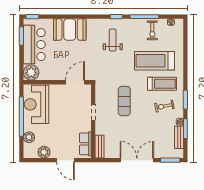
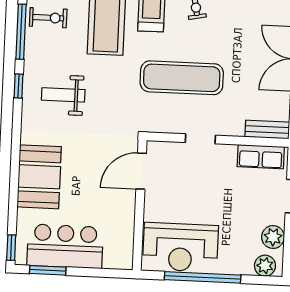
plant: (31, 72) -> (119, 255), removed
door: (75, 82) -> (141, 171), hinge flipped
exercise mat: (124, 101) -> (182, 78), width x1.36, depth x1.45
plant: (29, 137) -> (265, 266), moved

